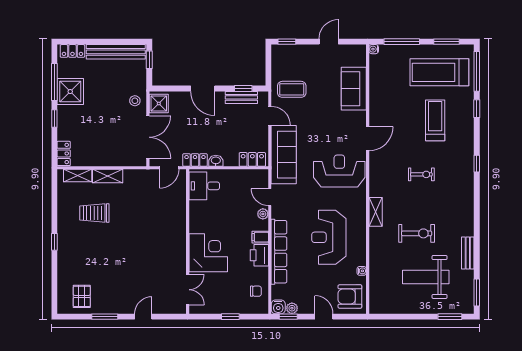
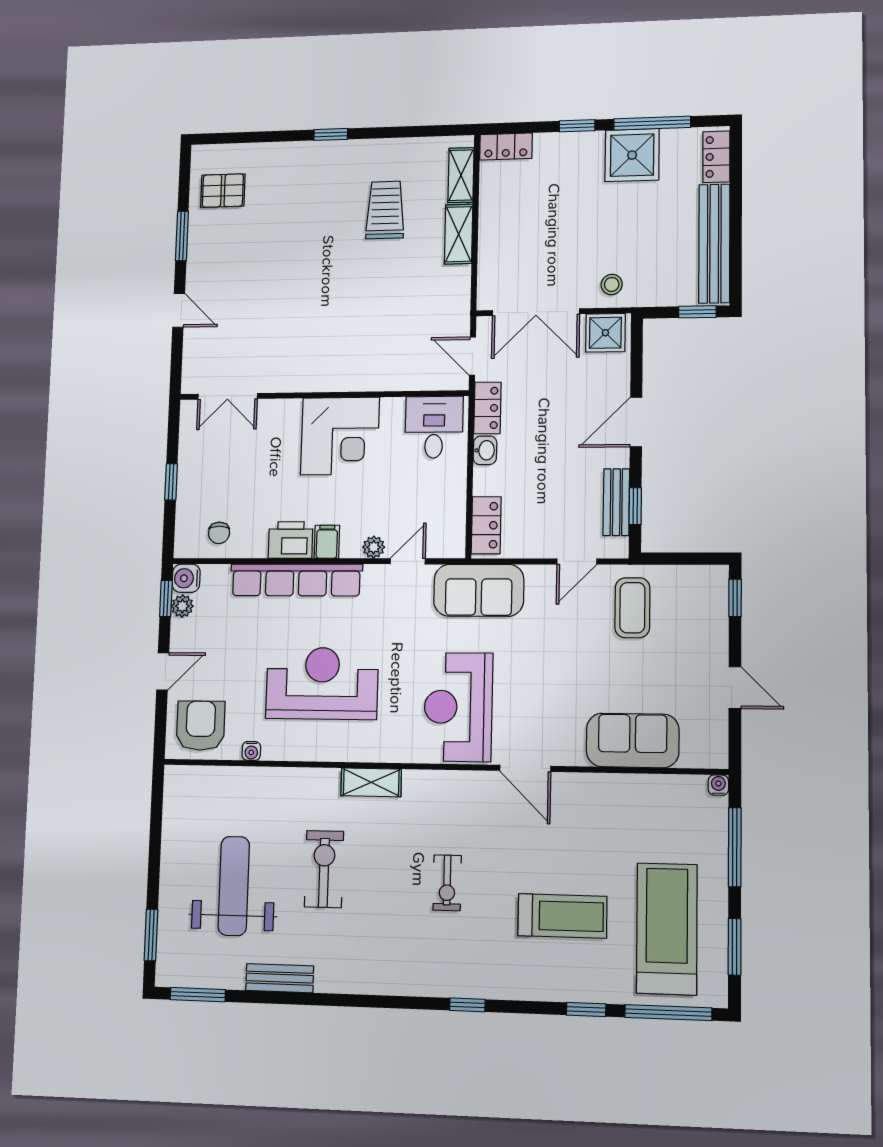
sofa: (284, 155) -> (479, 590), width x0.73
reception desk: (339, 171) -> (458, 707), turned 180
exercise bike: (417, 233) -> (324, 869), turned 180
corner desk: (208, 253) -> (340, 436), moved

